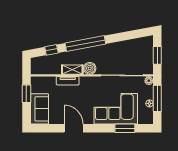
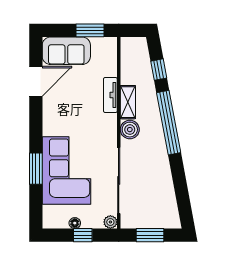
window: (157, 98) -> (83, 235), width x0.46
door: (74, 128) -> (36, 81), moved
window: (125, 128) -> (36, 169), moved

